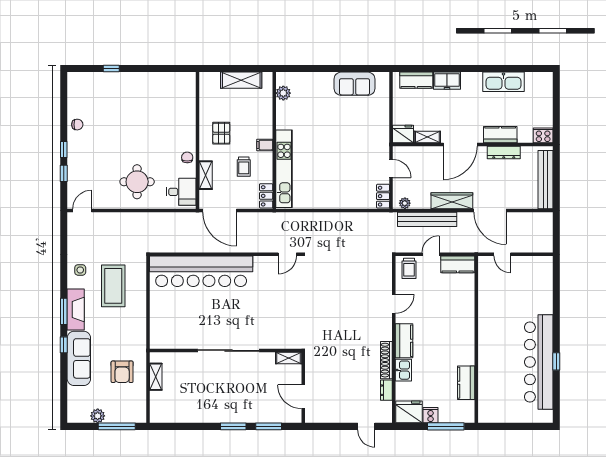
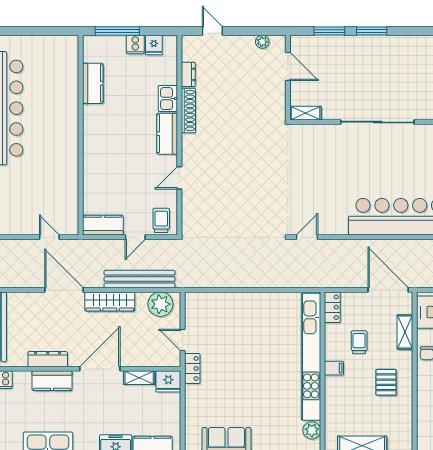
kitchen unit: (284, 169) -> (311, 357), width x1.36
locker: (383, 196) -> (192, 369), moved
plant: (405, 203) -> (160, 304), width x1.88, depth x1.88
fridge: (409, 412) -> (154, 45), width x0.53, depth x0.75
plant: (325, 417) -> (262, 42), added

